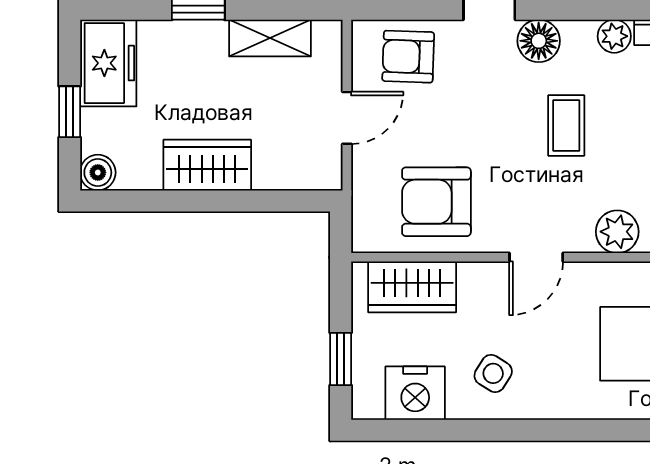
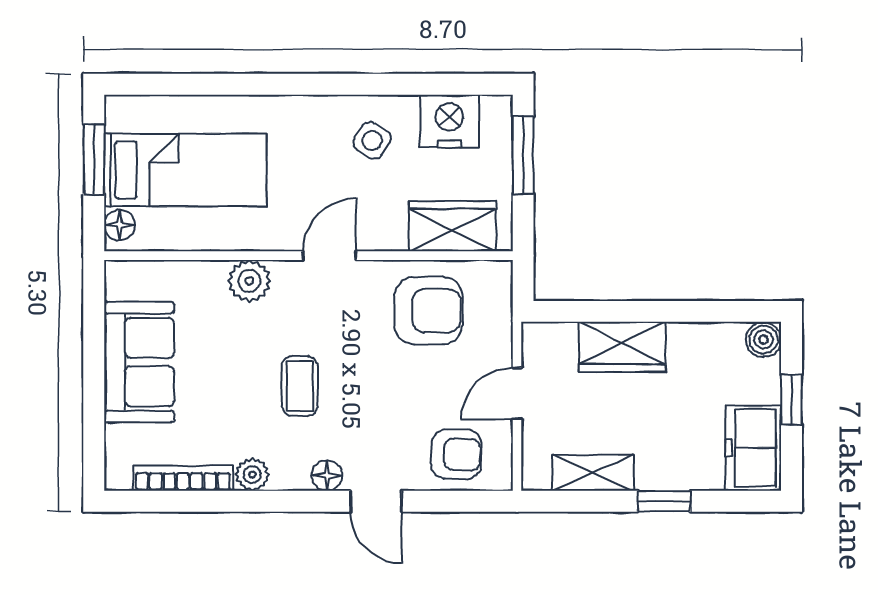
floor lamp: (539, 41) -> (327, 476), width x0.73, depth x0.73
wardrobe: (207, 165) -> (622, 347), moved
window: (341, 359) -> (523, 155), width x1.50

